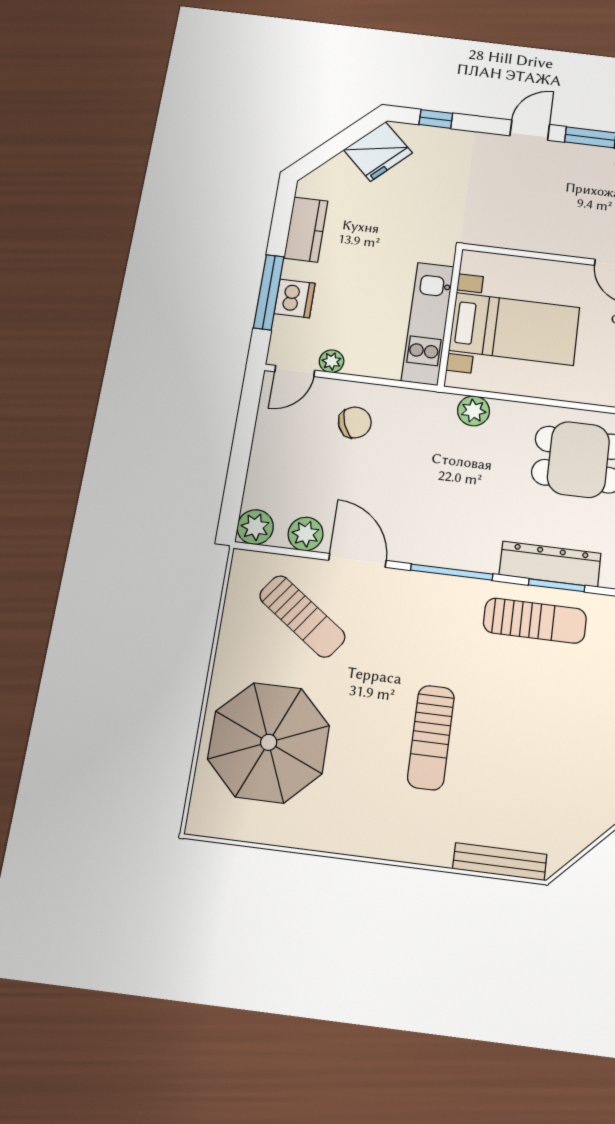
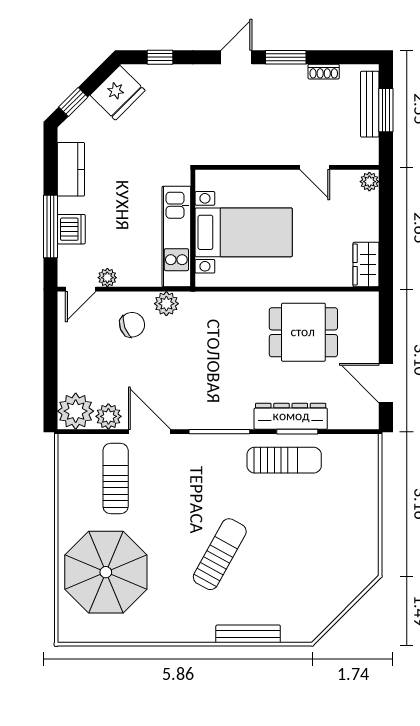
window: (322, 155) -> (73, 102), added
plant: (474, 411) -> (166, 304), moved
plant: (255, 527) -> (76, 411), width x1.36, depth x1.36
sun lounger: (302, 616) -> (116, 479), turned -126
sun lounger: (431, 737) -> (220, 554), turned -151
bench: (500, 862) -> (248, 634), moved

